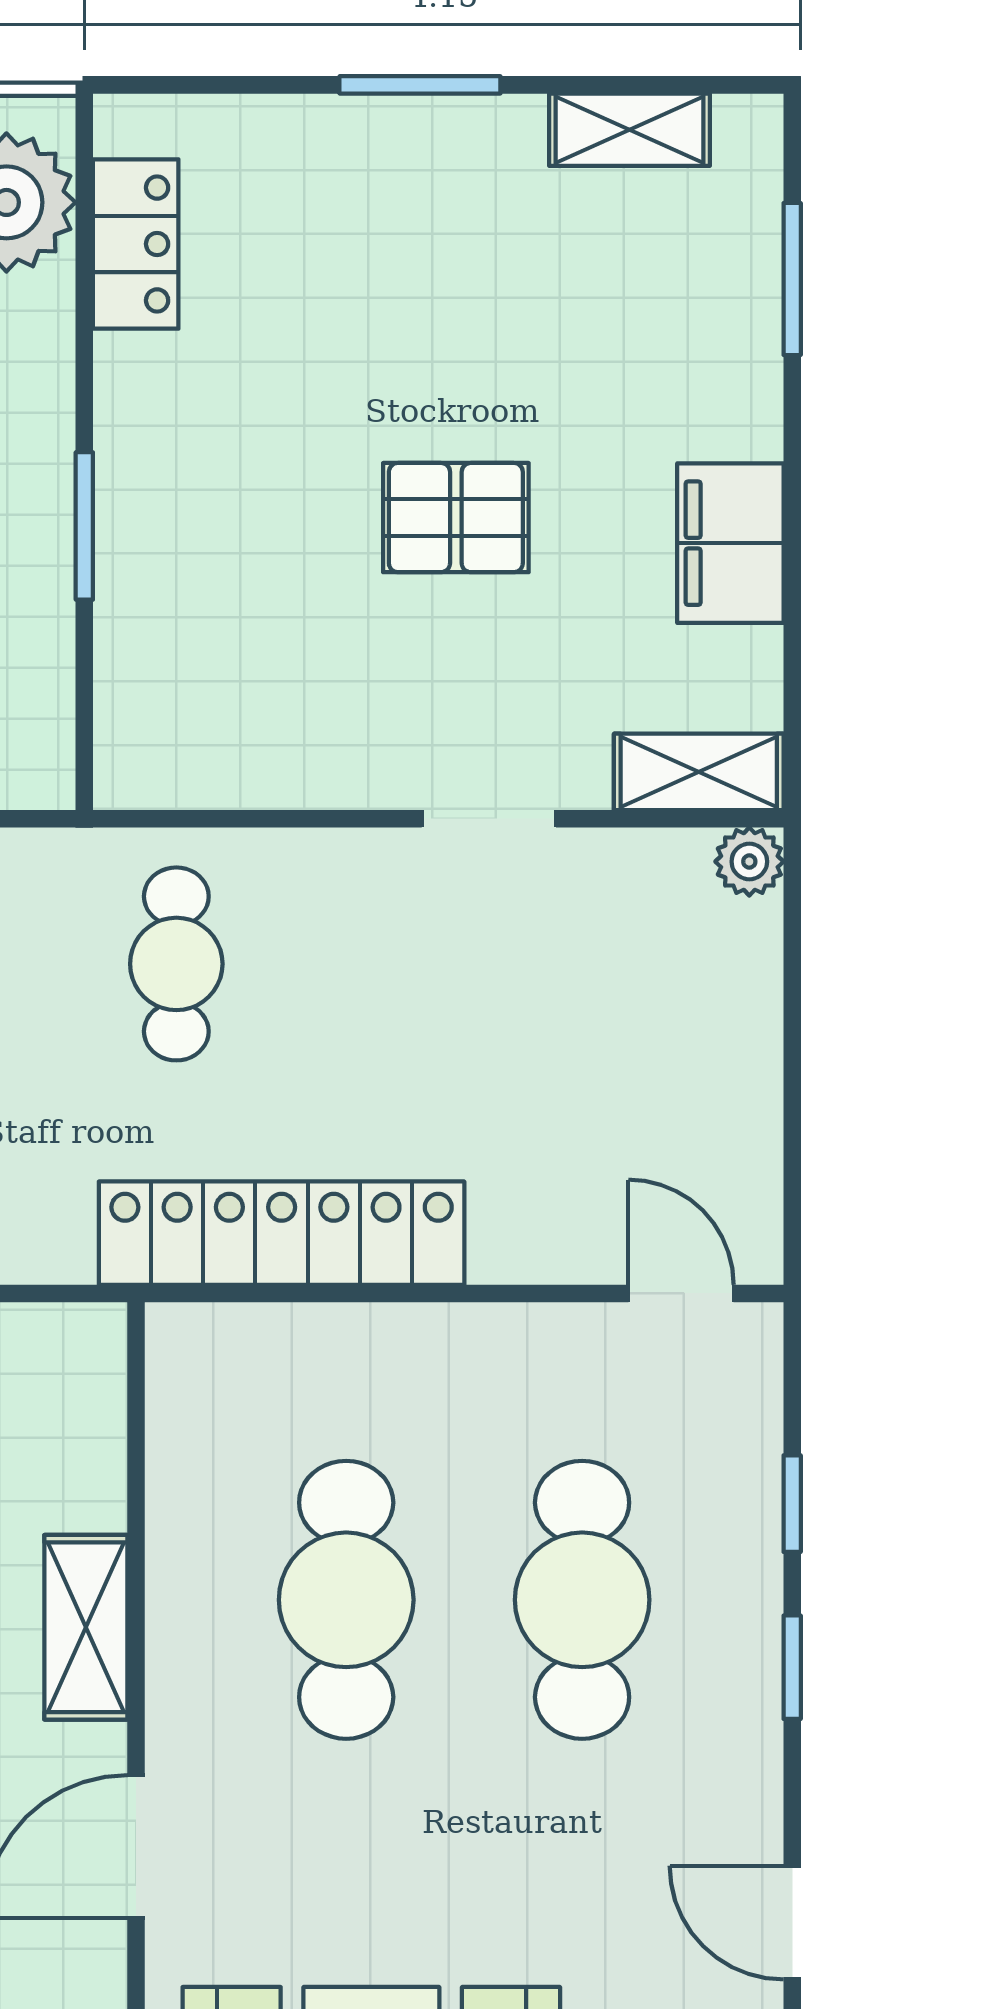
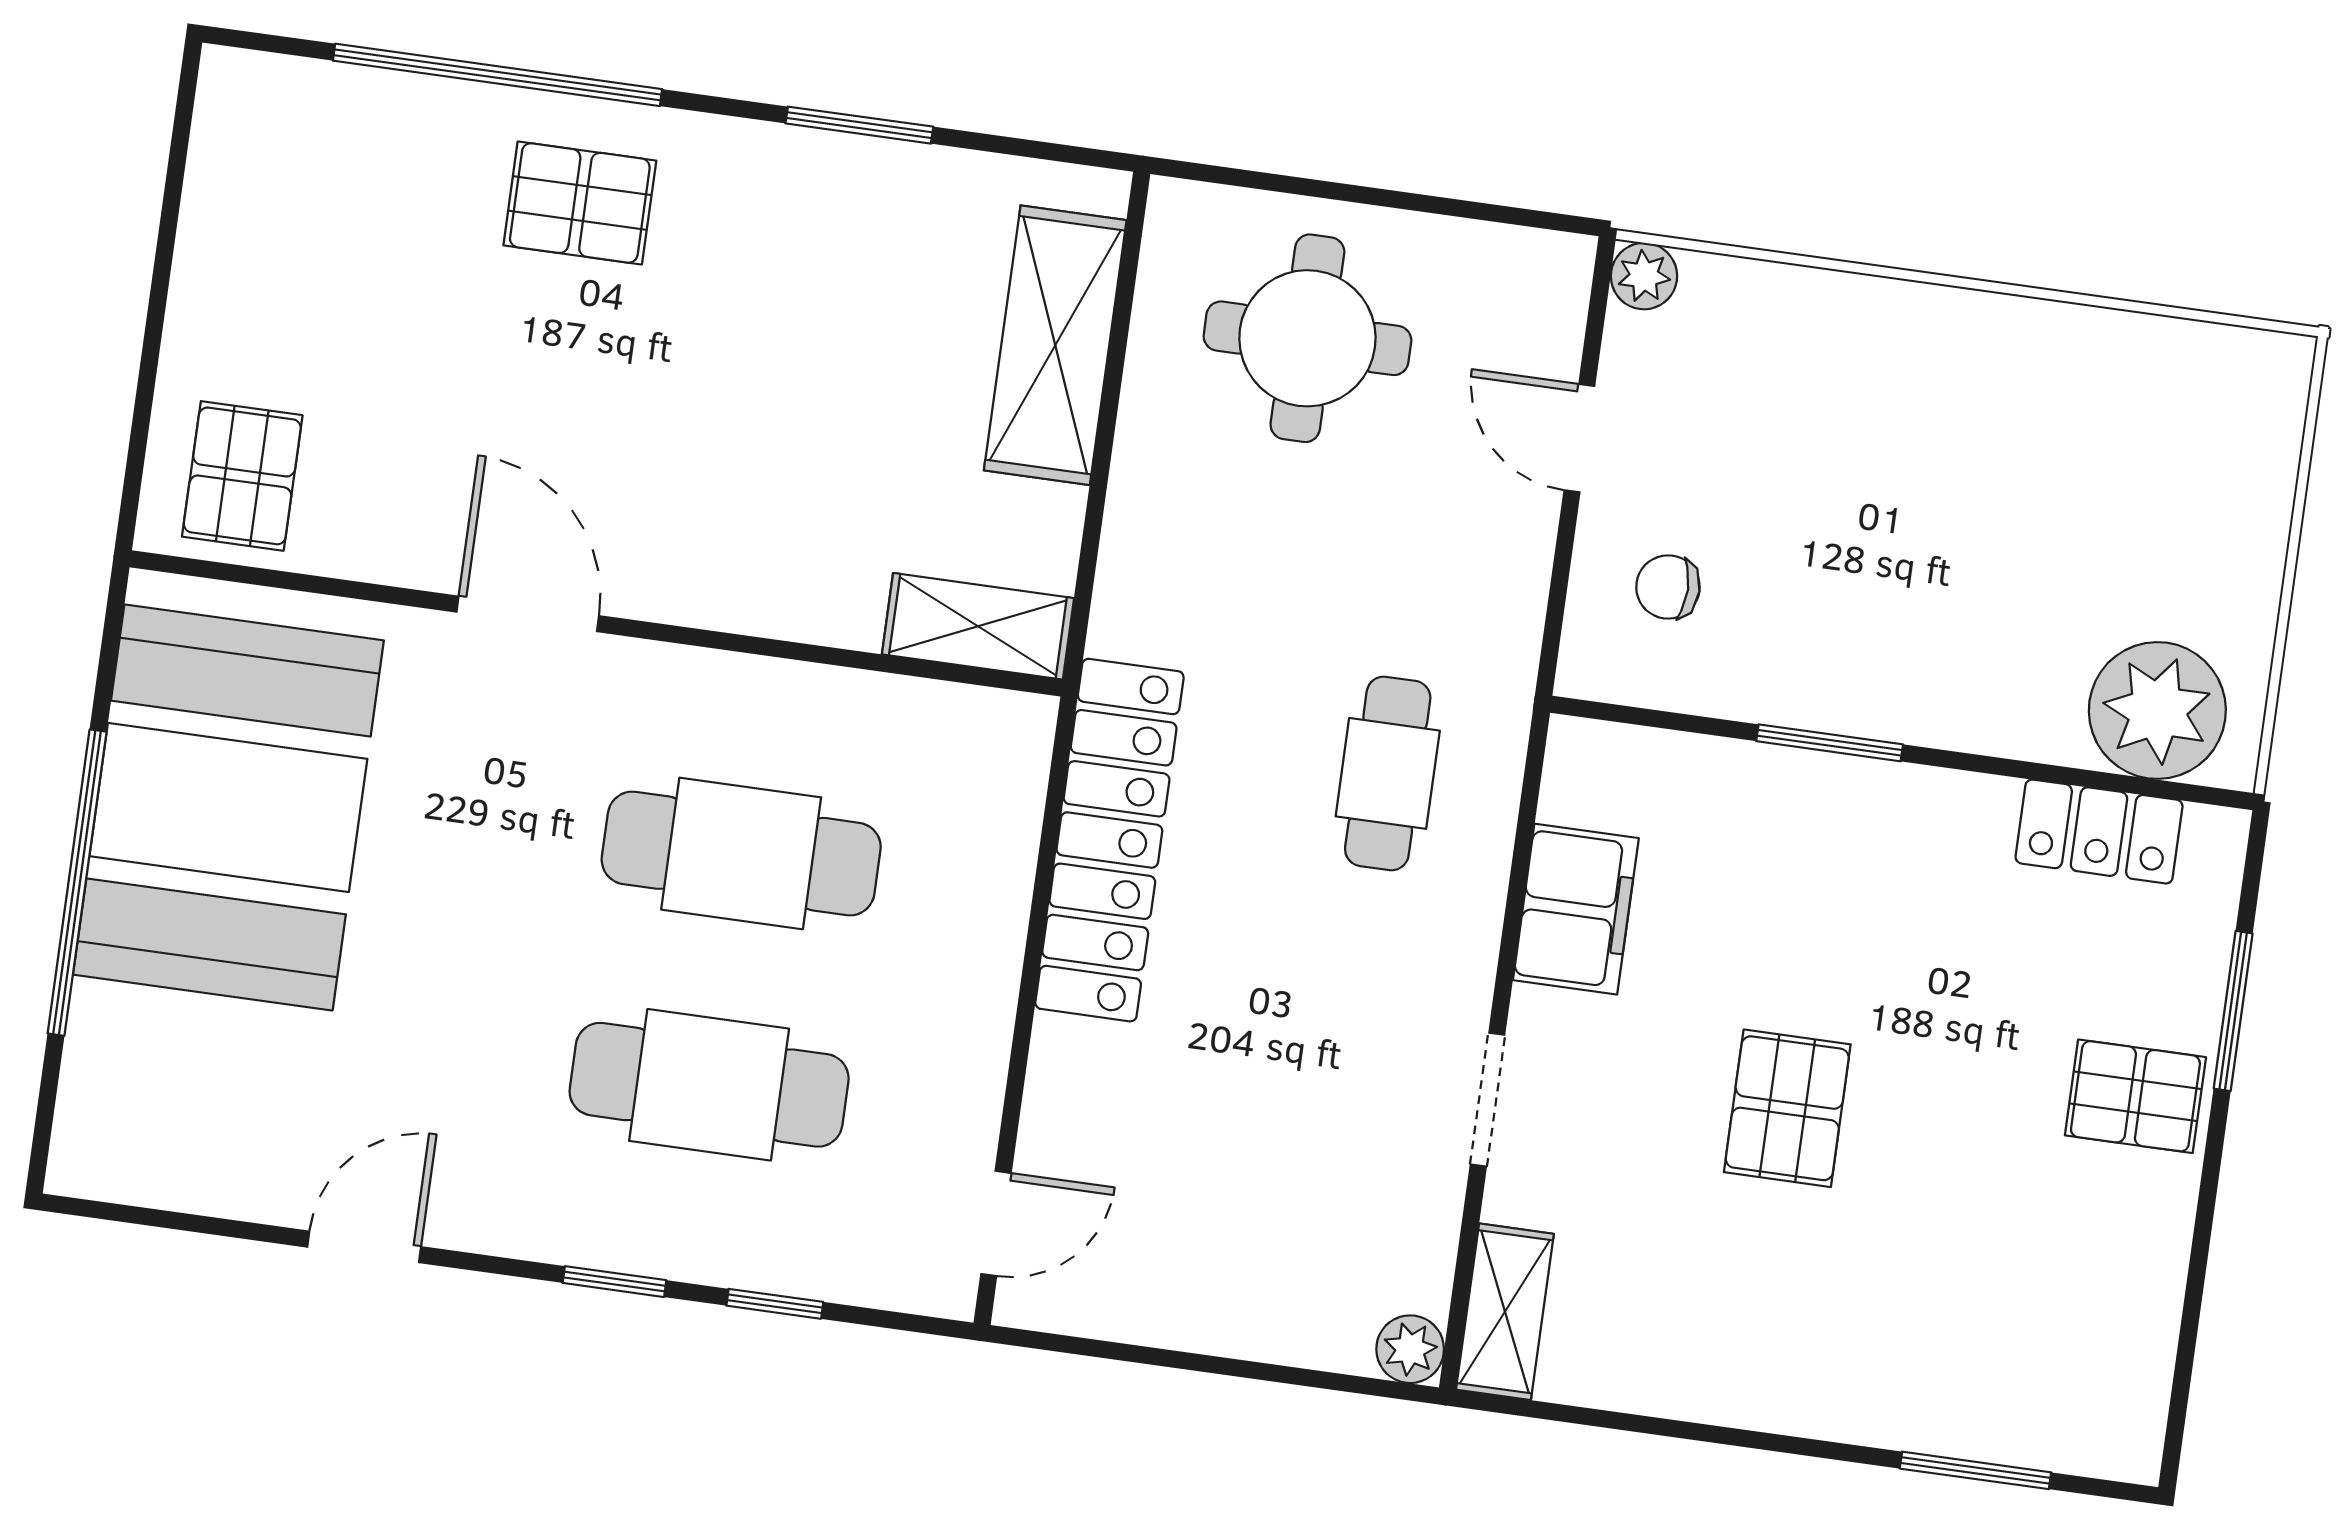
window: (420, 85) -> (2233, 1011), moved
shelving: (629, 130) -> (2144, 1331), removed
pallet: (396, 171) -> (2135, 1096), added
filing cabinet: (730, 543) -> (1576, 909), moved, turned 90
cafe table: (176, 964) -> (1388, 773), turned 90
shelving: (86, 1627) -> (978, 626), moved

